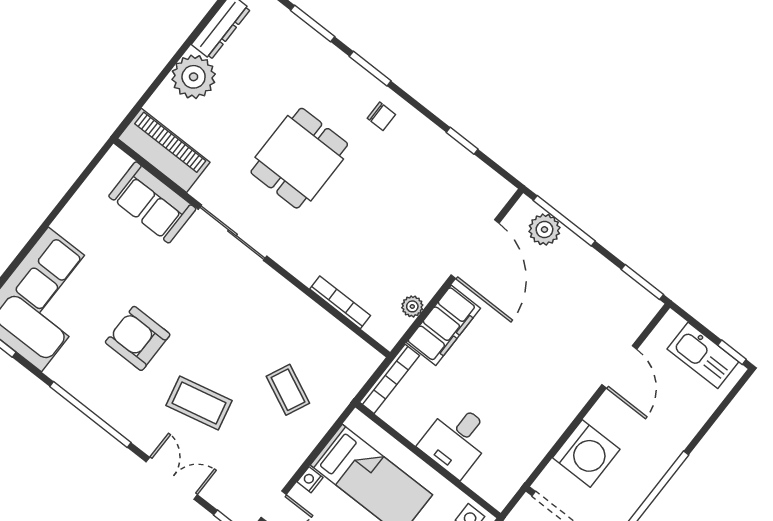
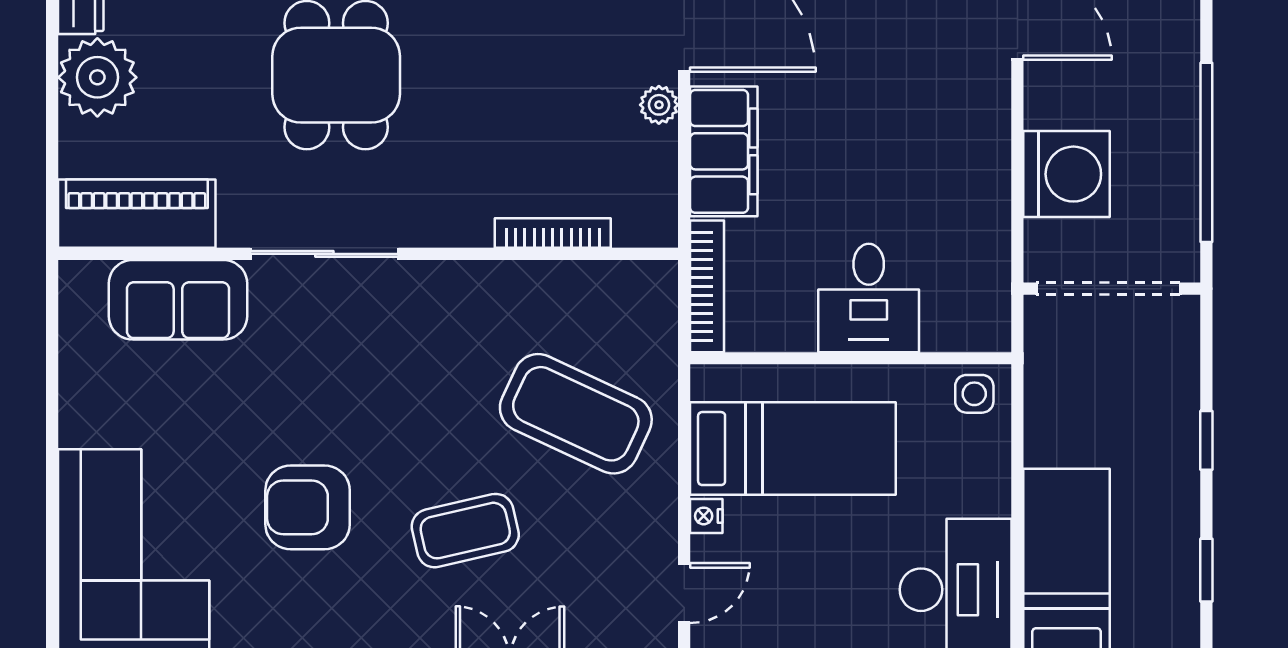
plant: (412, 306) -> (659, 105), moved
coffee table: (288, 390) -> (576, 414), width x1.86, depth x1.72

